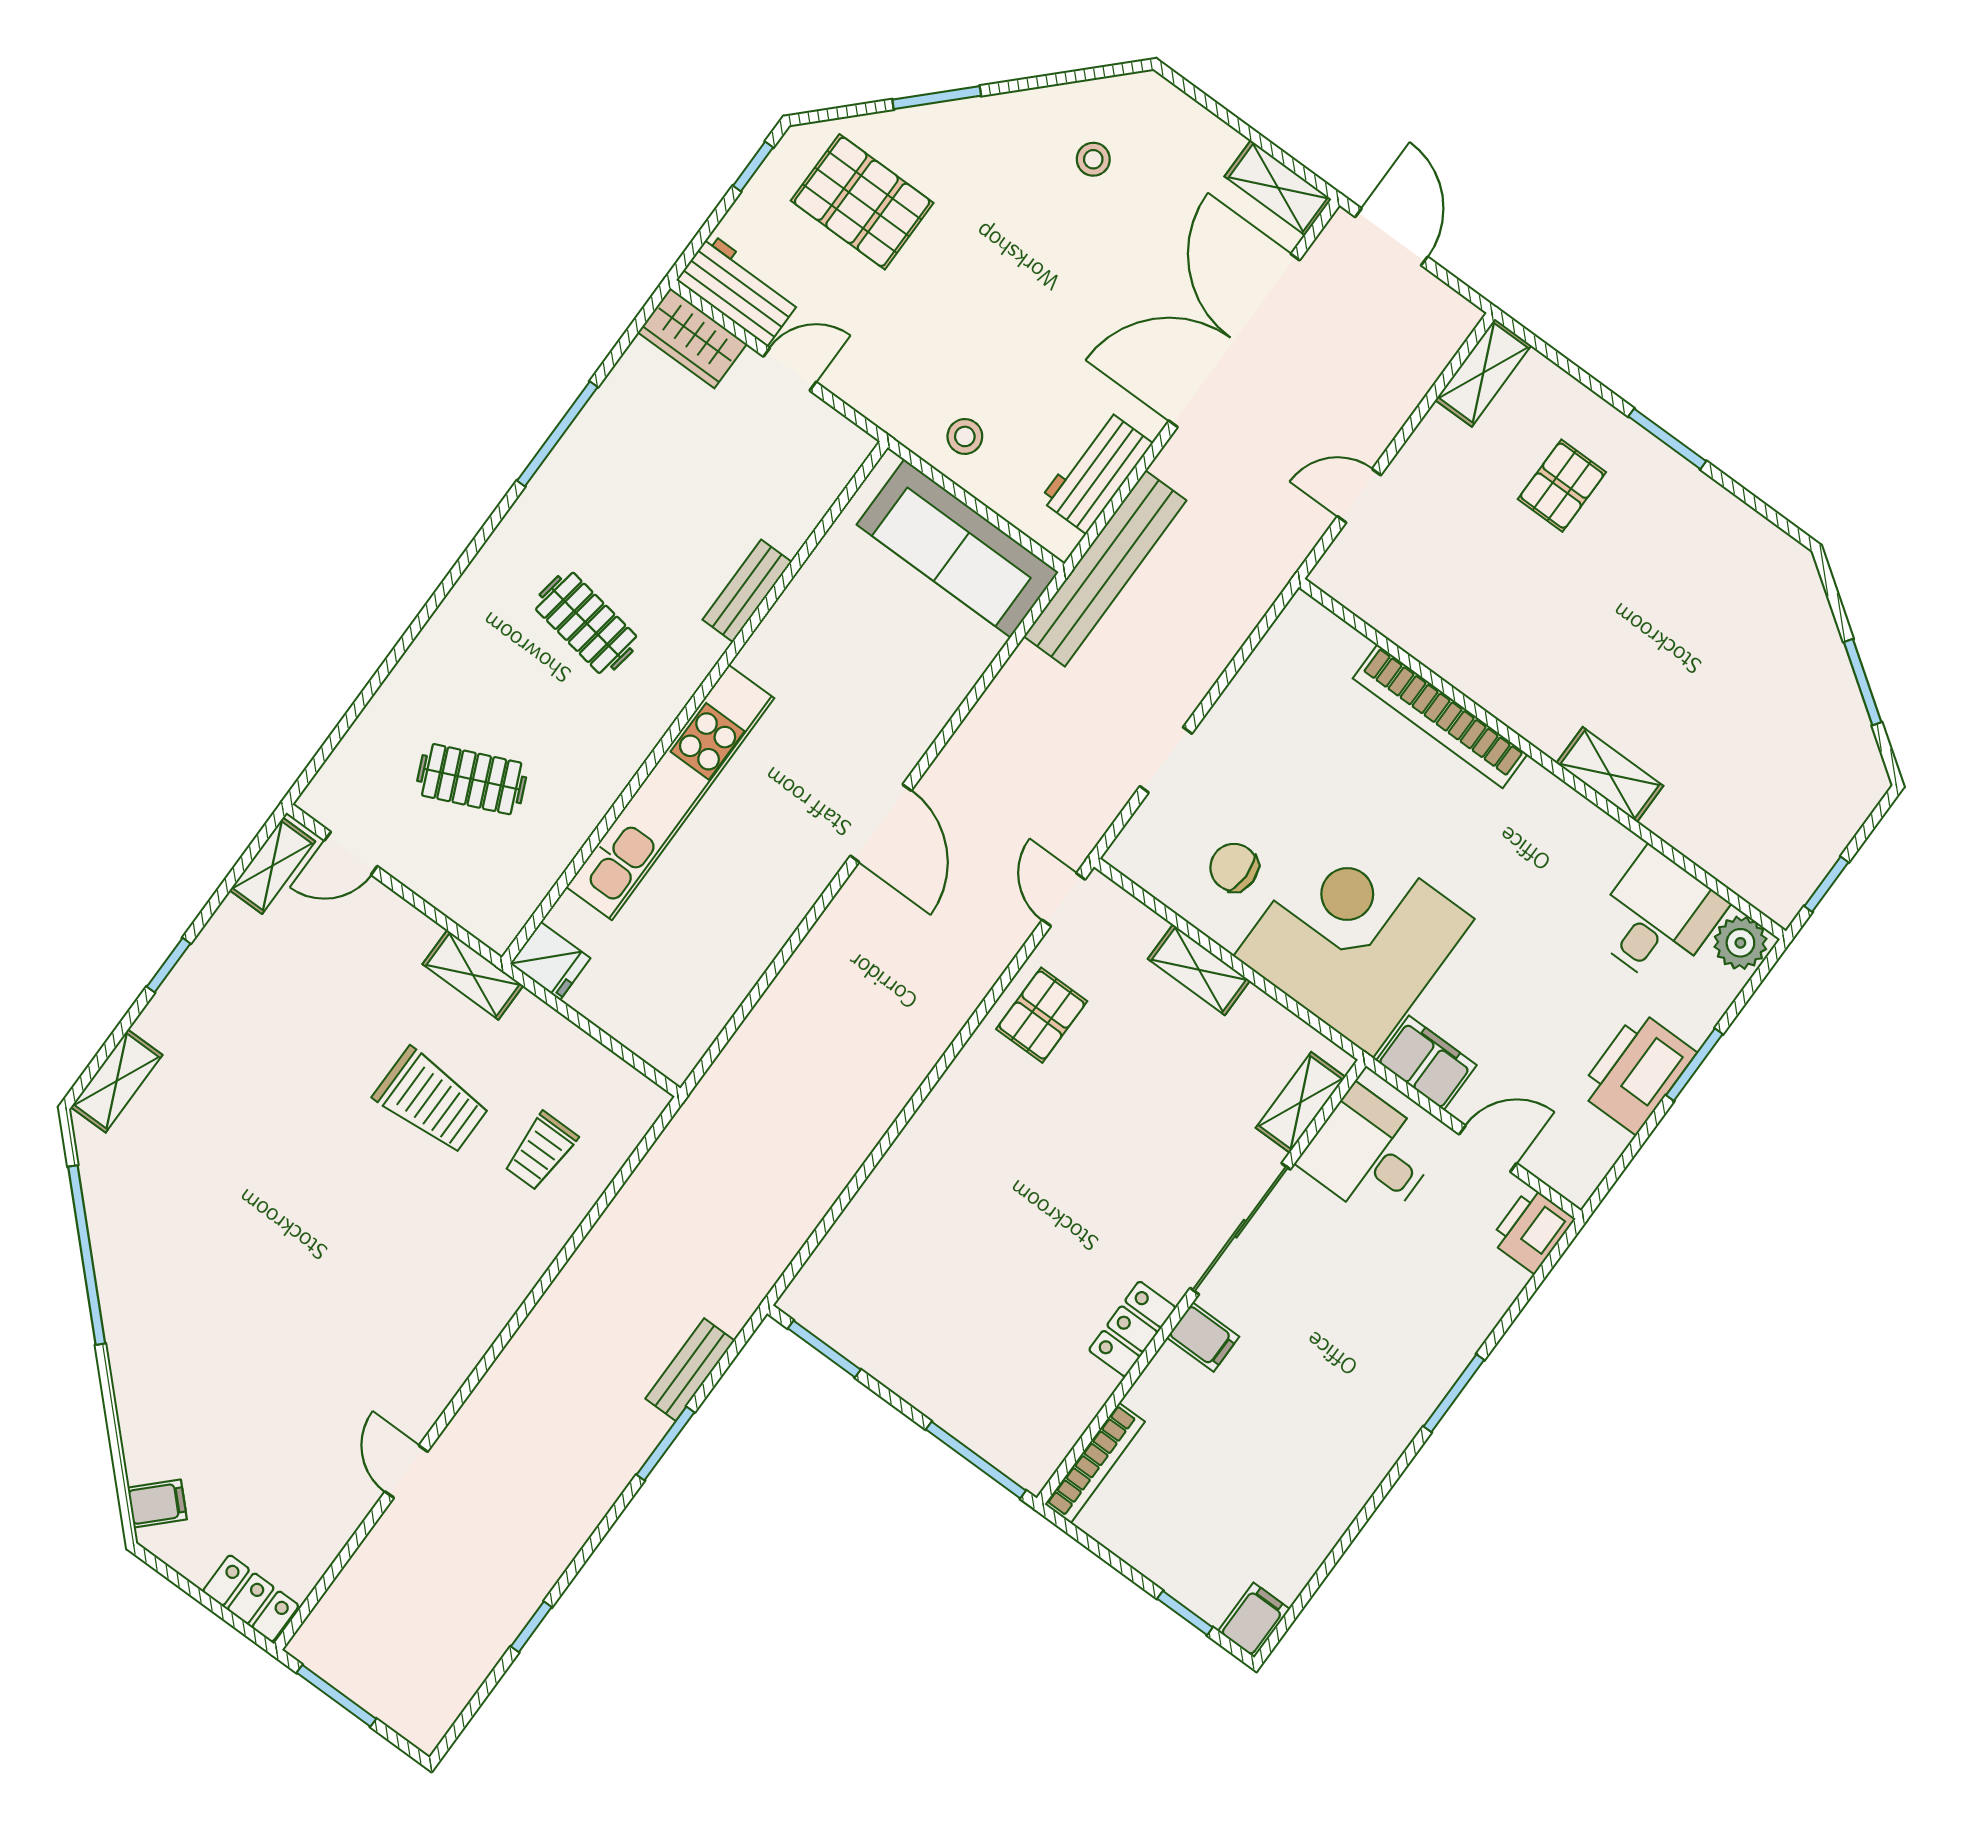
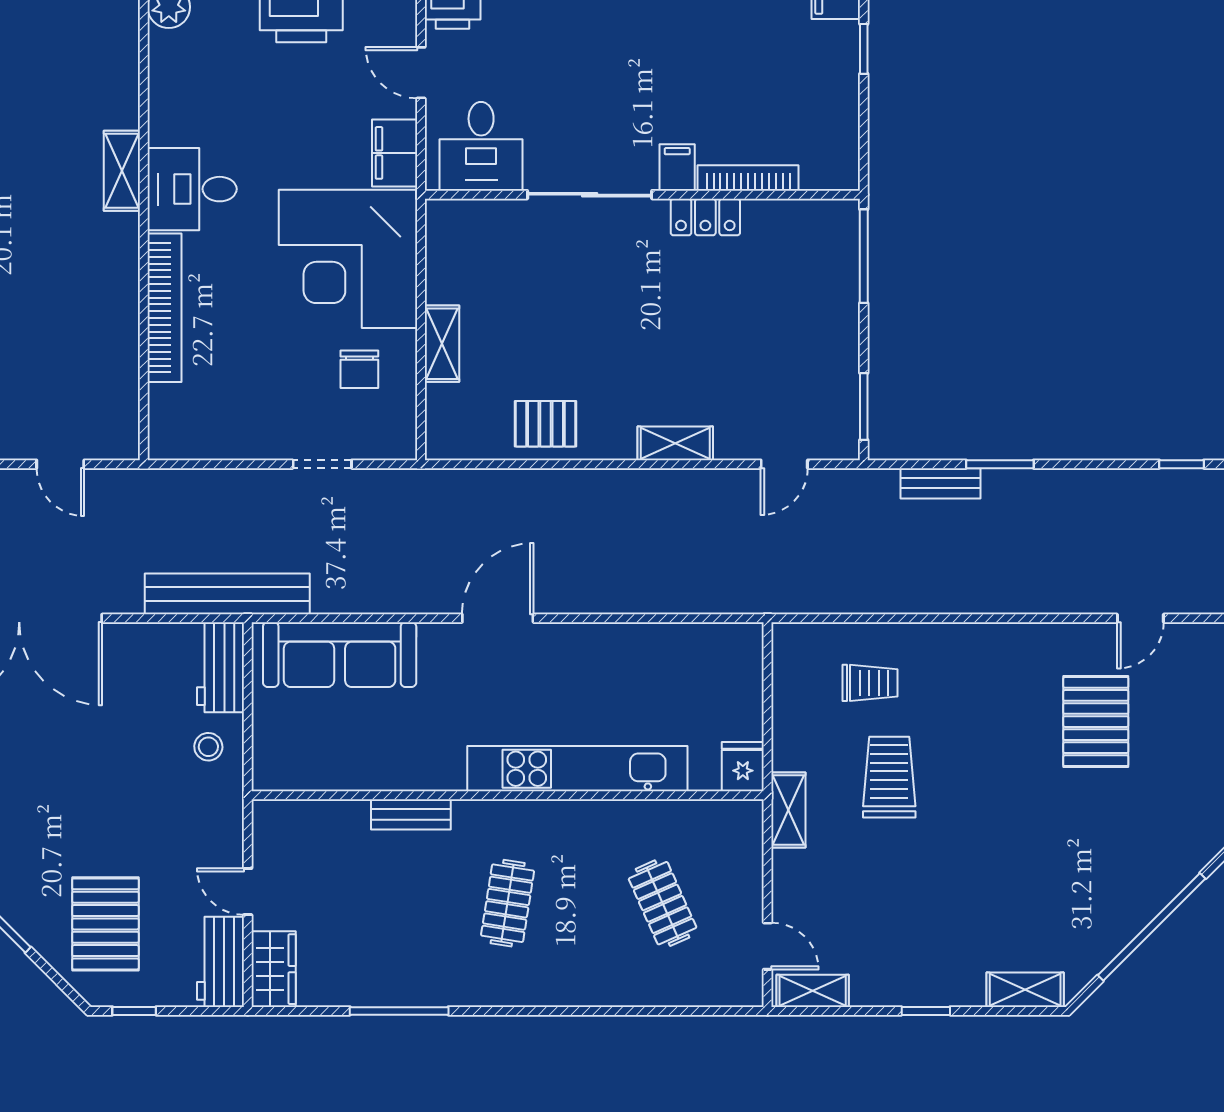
workbench: (1096, 472) -> (221, 667), moved, turned 90
sofa: (958, 548) -> (340, 655), moved, turned 90
door: (1064, 900) -> (784, 464), moved
desk: (1657, 918) -> (192, 189), moved
shelving: (1301, 1102) -> (675, 443), moved
pallet: (335, 1350) -> (1096, 722), added
bookcase: (1095, 1463) -> (748, 178), moved

